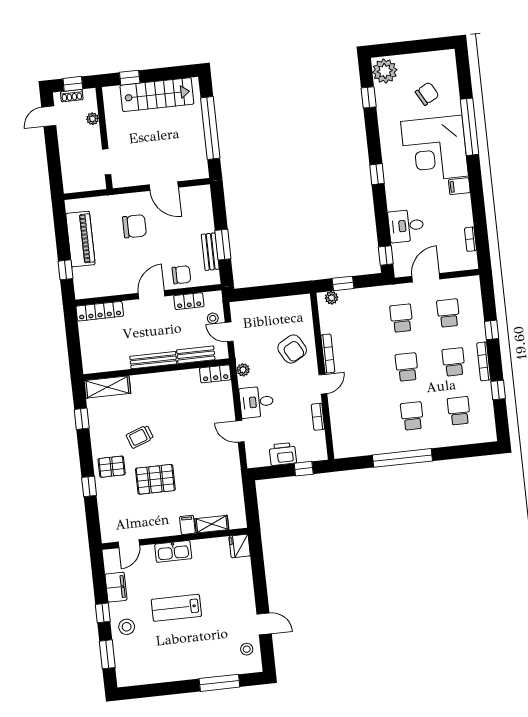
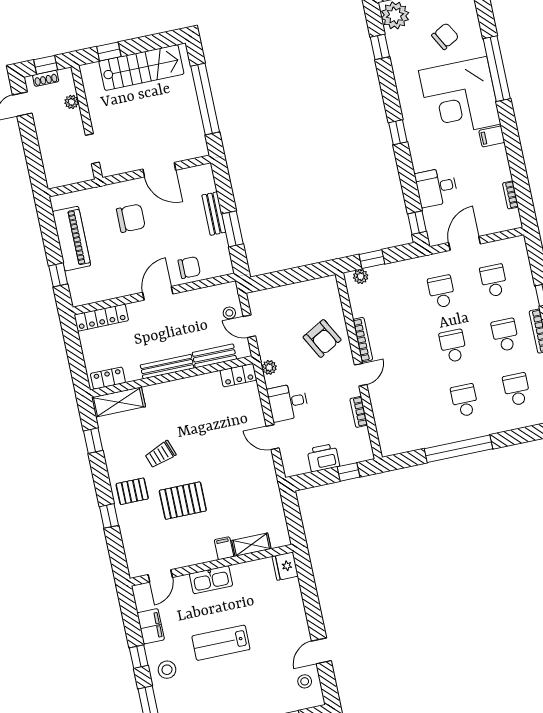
bench: (210, 252) -> (214, 214), moved
locker: (189, 301) -> (108, 378), moved, turned 180
door: (264, 624) -> (321, 651), swing flipped

